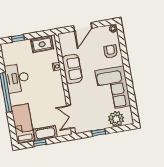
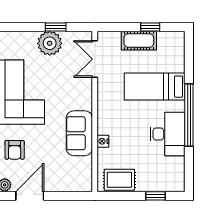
door: (83, 27) -> (30, 196), moved
double door: (71, 117) -> (95, 59), swing flipped
plant: (116, 119) -> (50, 43), moved
bed: (23, 124) -> (155, 87), moved, turned 90

